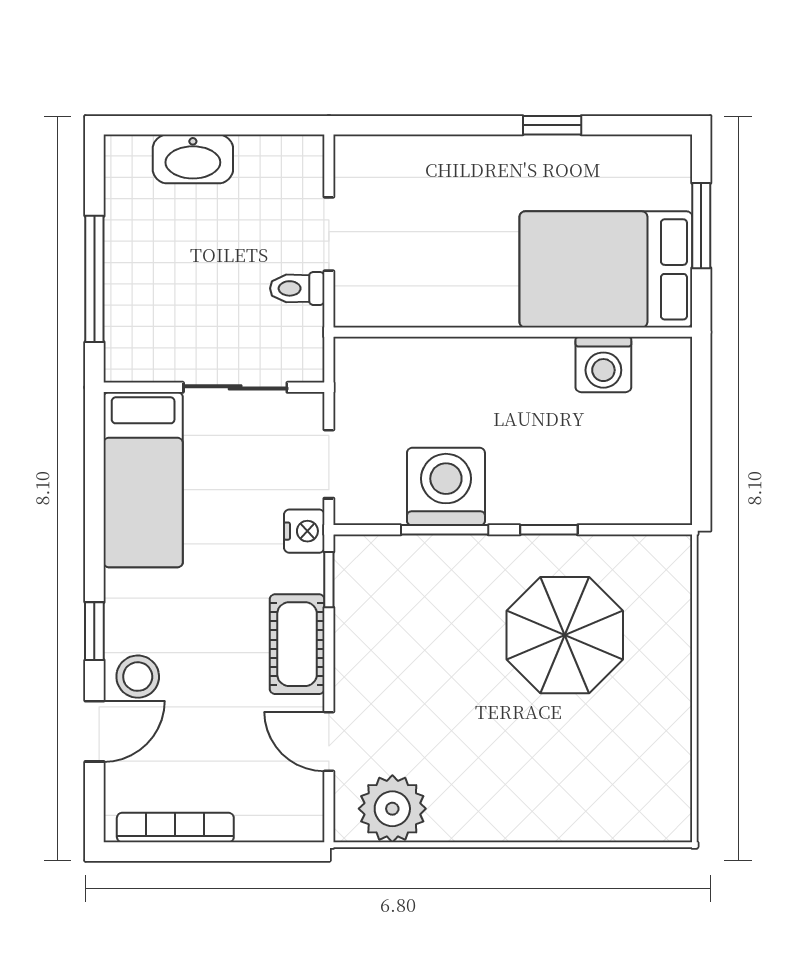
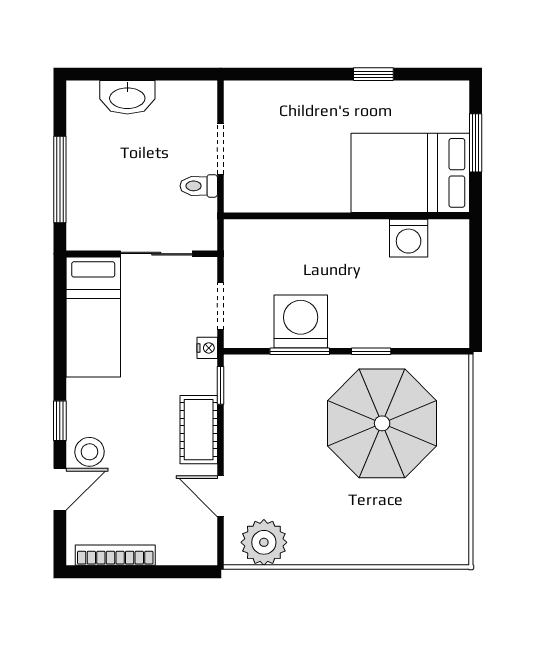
nightstand: (304, 531) -> (207, 348), width x0.72, depth x0.74
parasol: (565, 635) -> (382, 423), width x1.36, depth x1.36

